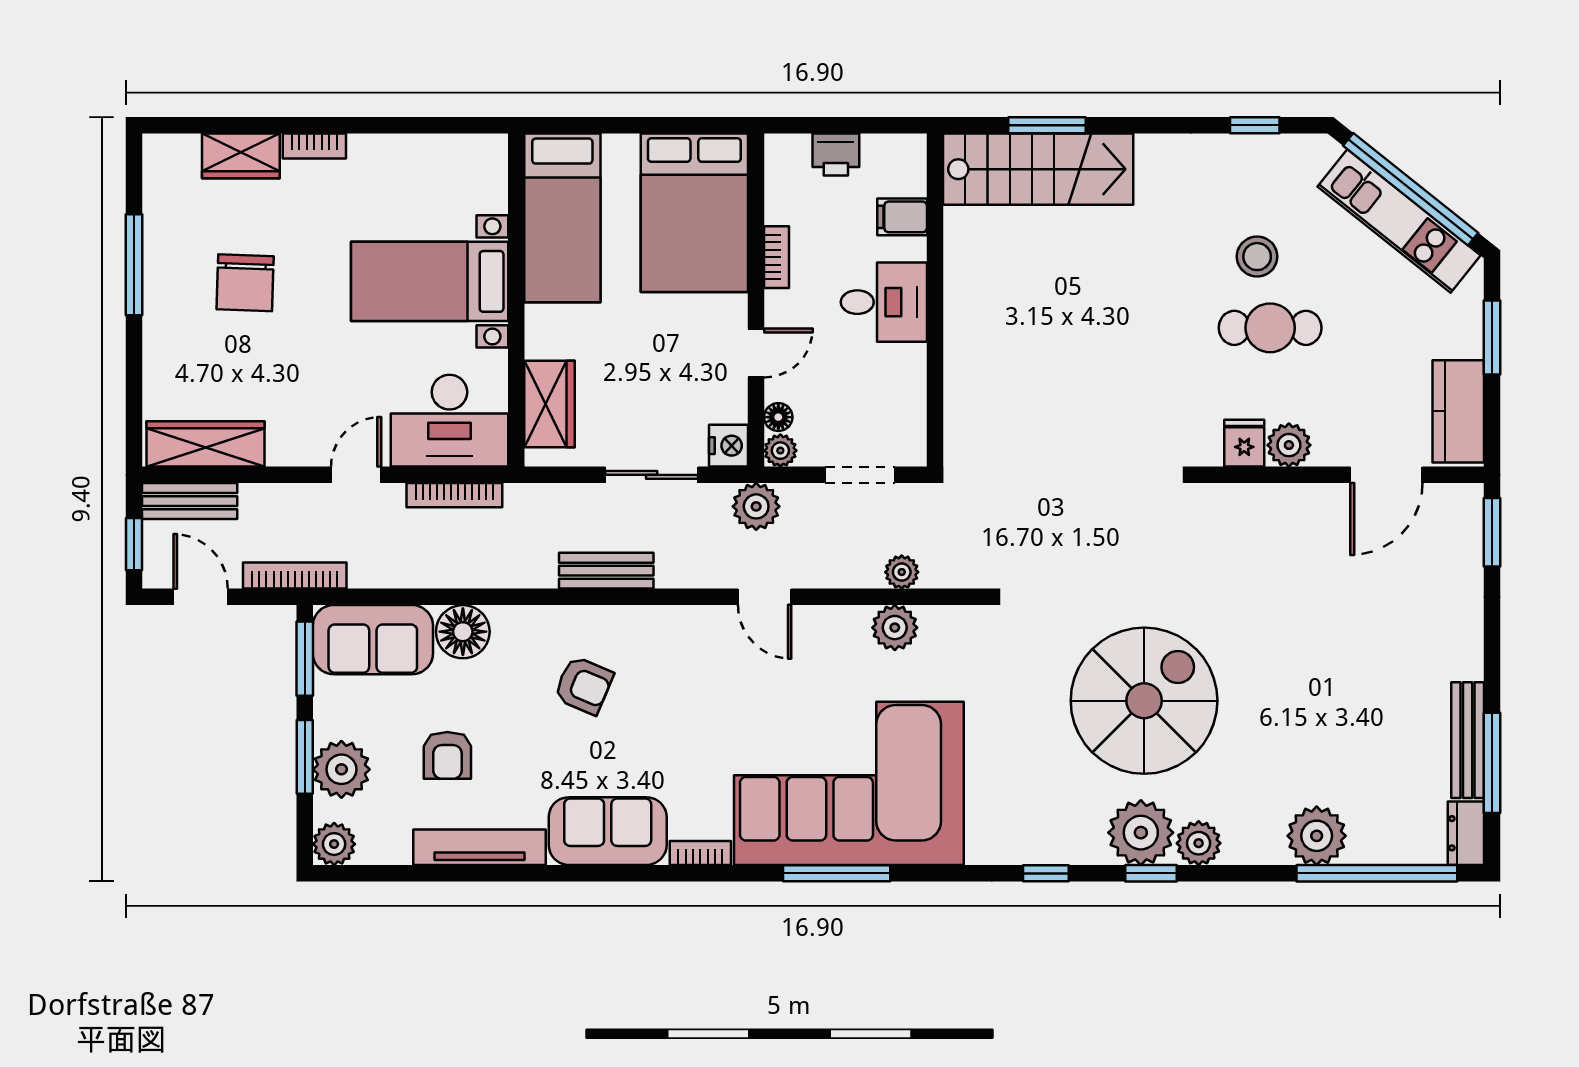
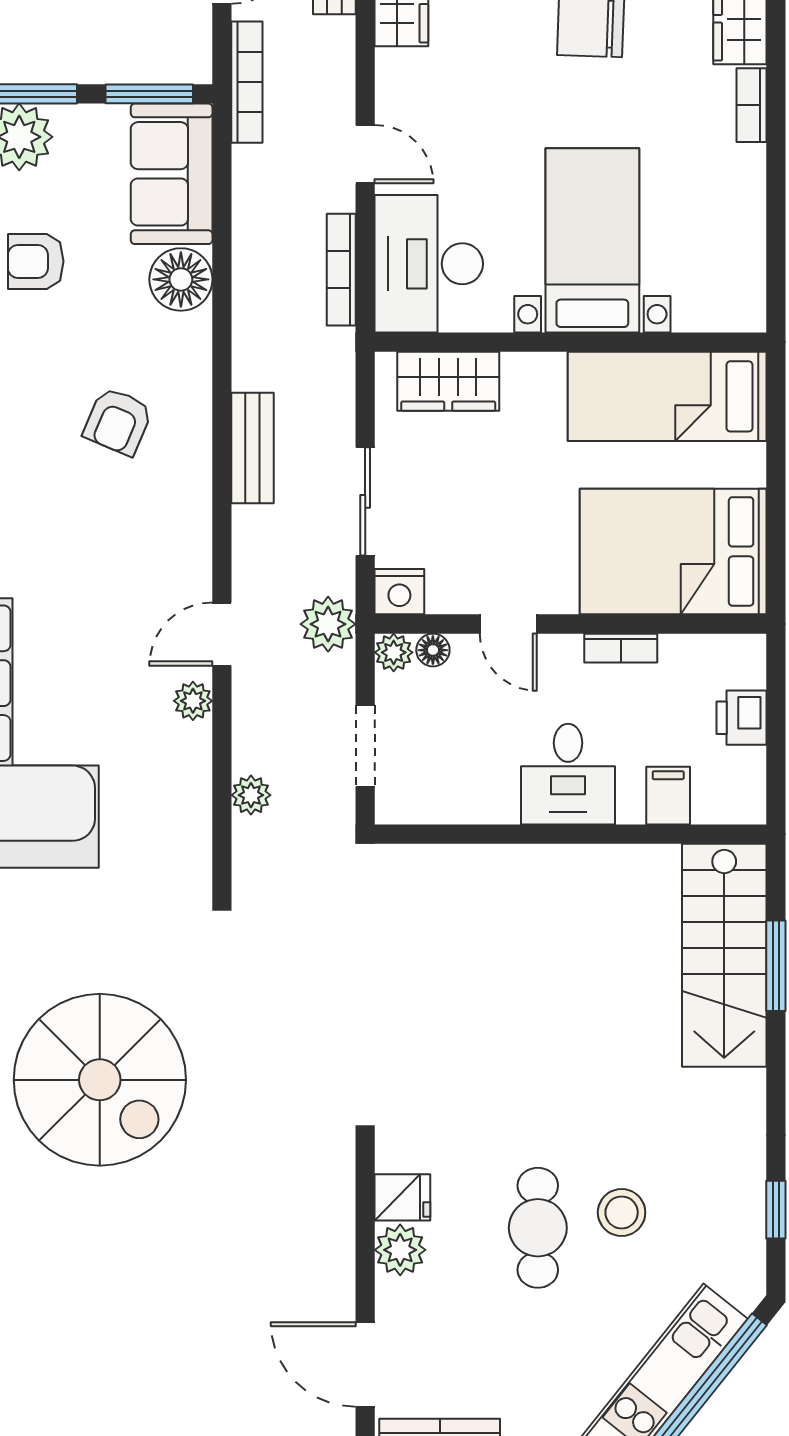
plant: (895, 628) -> (193, 701), moved, width x0.73, depth x0.73

